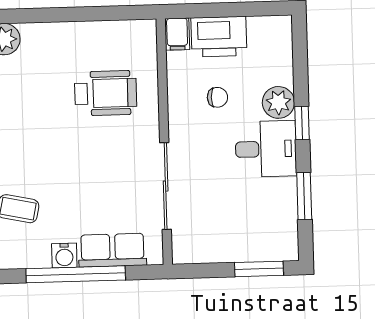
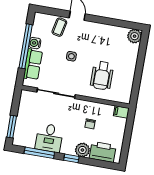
printer: (219, 37) -> (103, 152), moved, turned 90
desk: (266, 149) -> (49, 138), moved
side table: (77, 169) -> (71, 56), added
window: (304, 196) -> (39, 153), width x1.44

